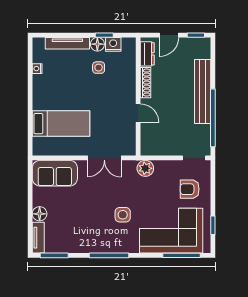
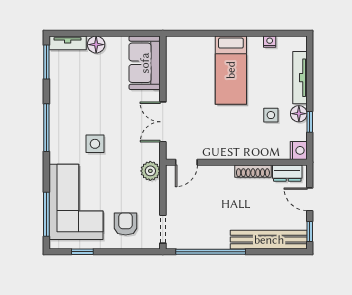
nightstand: (113, 44) -> (299, 150), moved
bench: (203, 92) -> (269, 240), moved
door: (138, 113) -> (186, 162), moved
bed: (61, 124) -> (231, 70), moved

